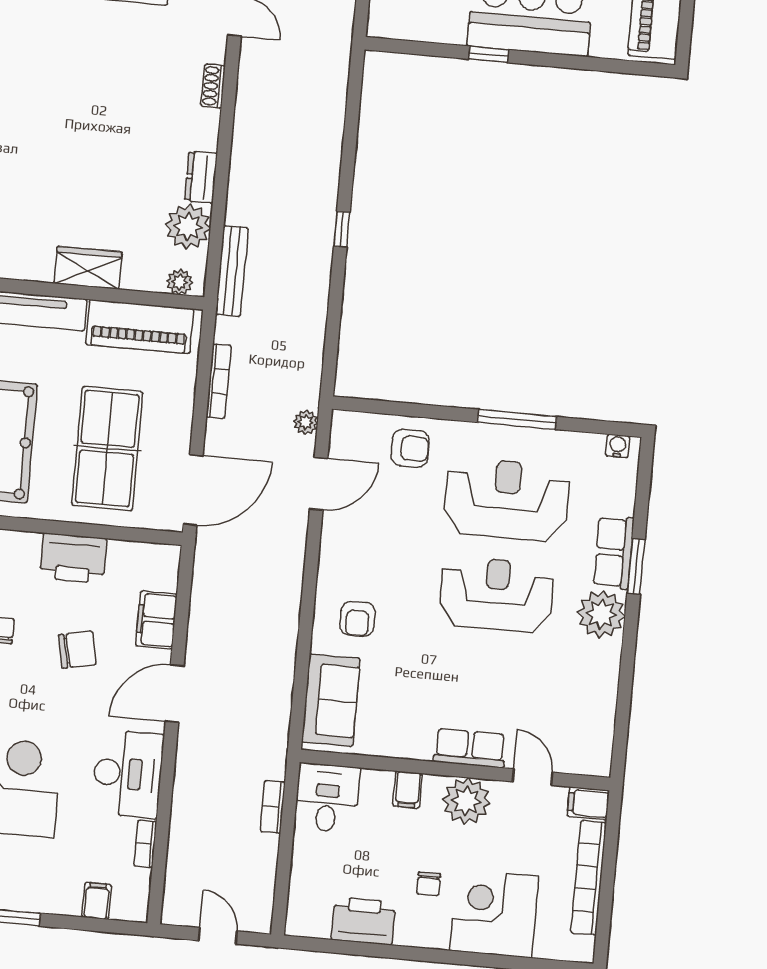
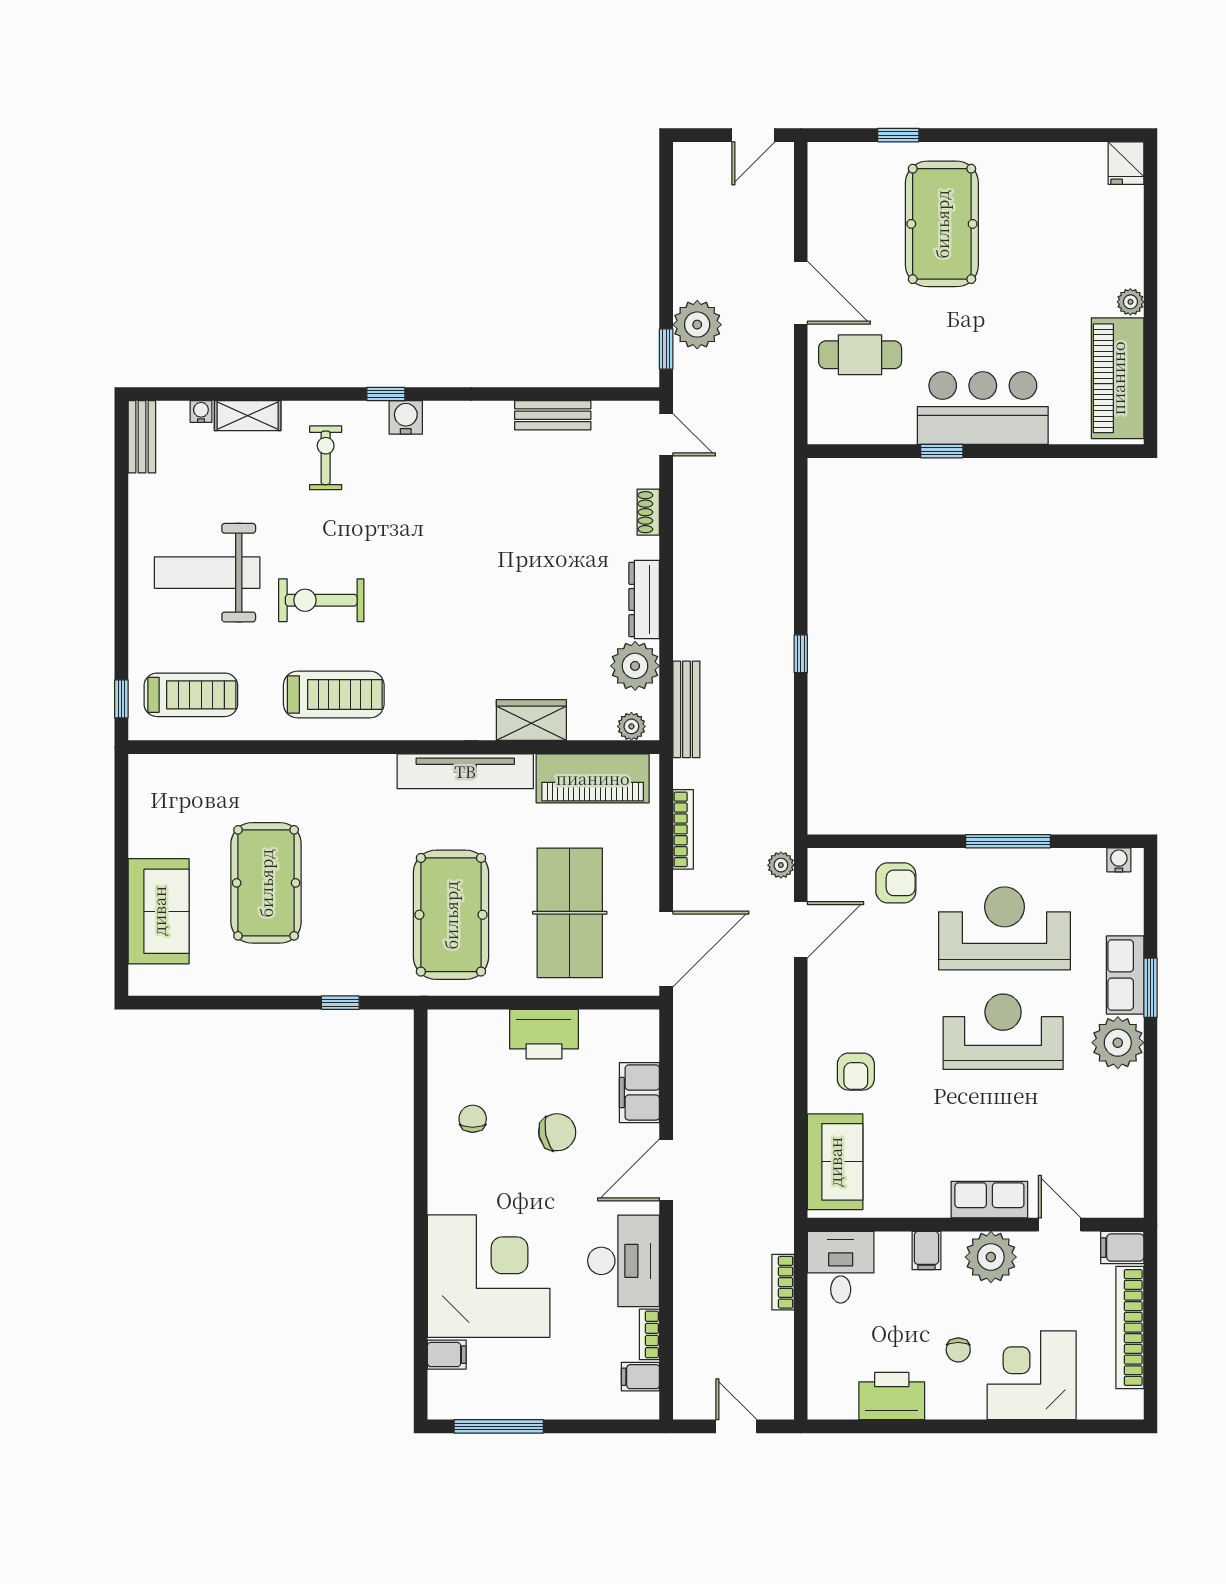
dresser: (201, 177) -> (644, 599), width x1.44
filing cabinet: (97, 901) -> (640, 1377), moved, turned -90

